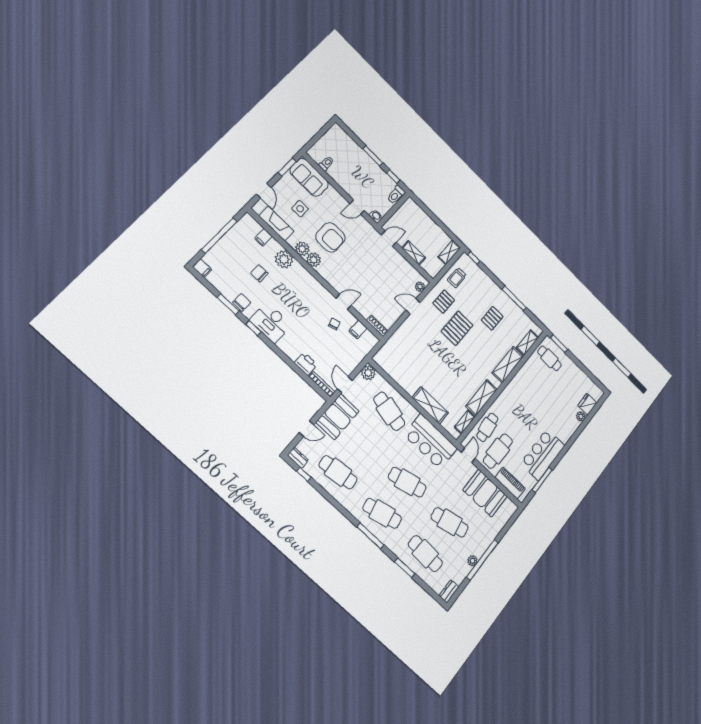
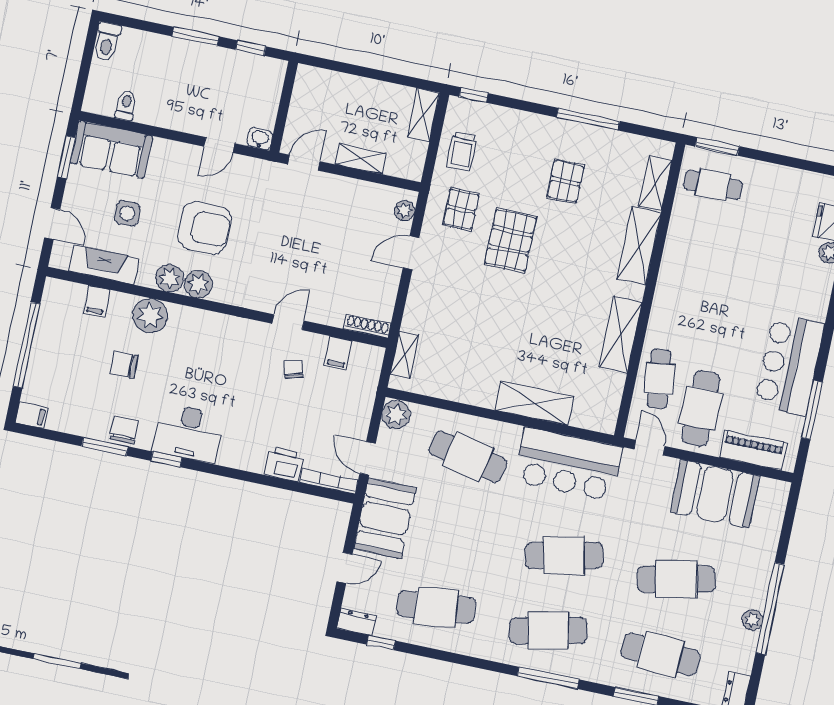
toilet: (396, 195) -> (107, 42), moved
shelving: (465, 422) -> (405, 355), moved

